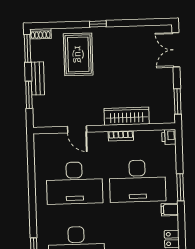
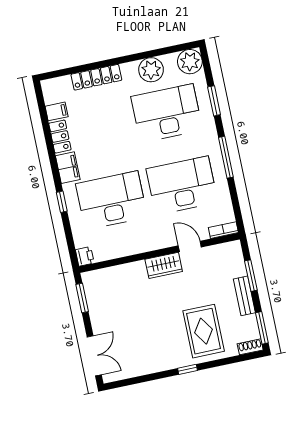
wardrobe: (127, 116) -> (164, 265), moved, width x0.67
bookcase: (121, 136) -> (223, 230), moved
window: (180, 187) -> (62, 202), width x0.67
window: (32, 201) -> (226, 157), added
filing cabinet: (170, 210) -> (68, 168), width x2.00

